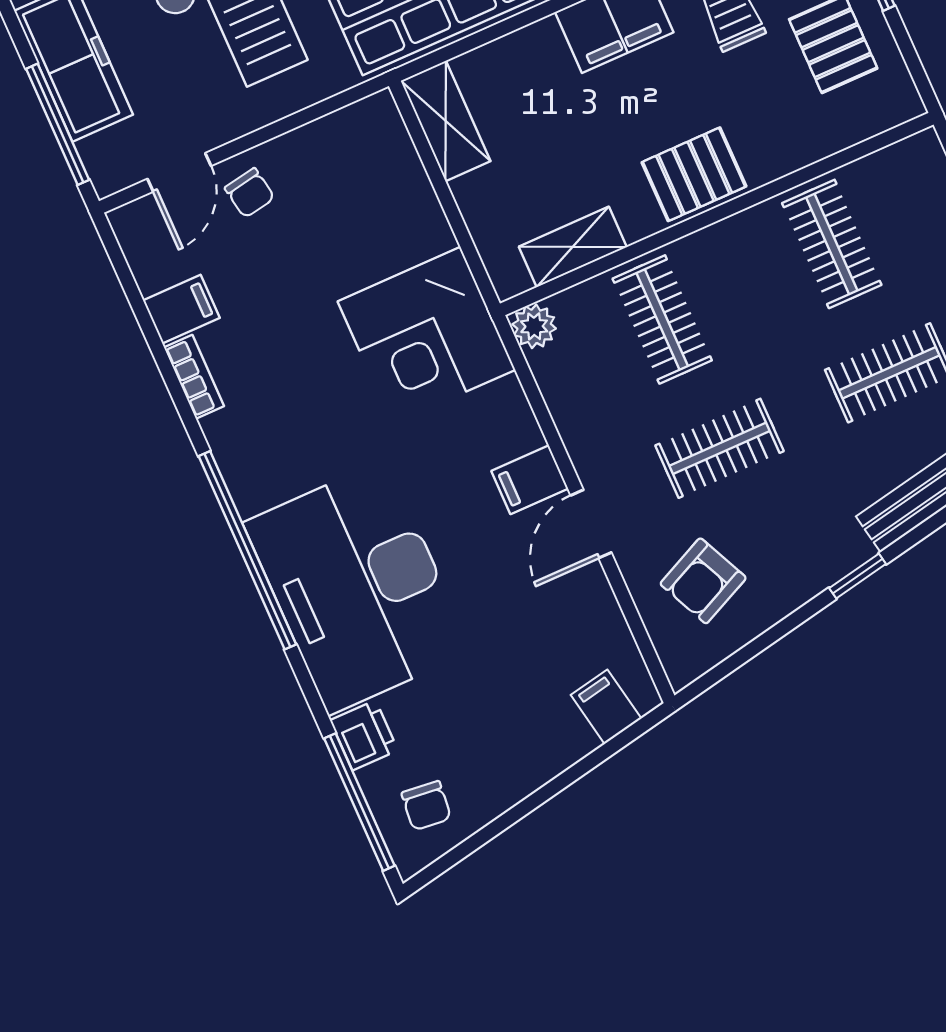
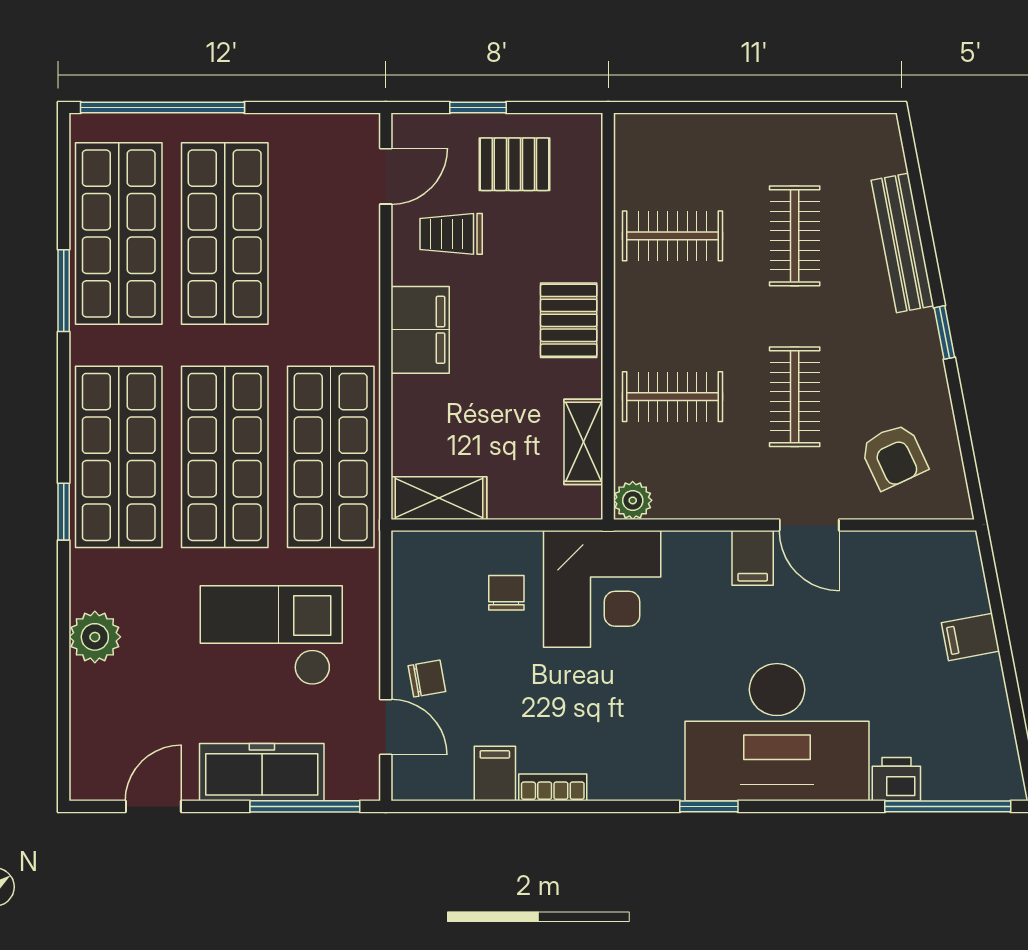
window: (247, 550) -> (709, 806), width x0.32
filing cabinet: (606, 707) -> (971, 637), moved
chair: (426, 806) -> (506, 593), moved, turned -96

